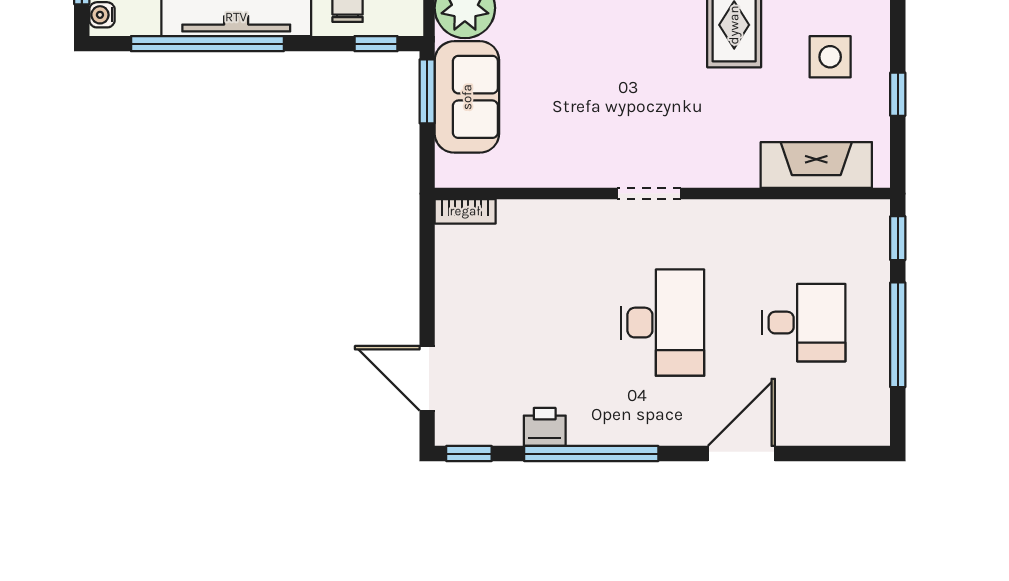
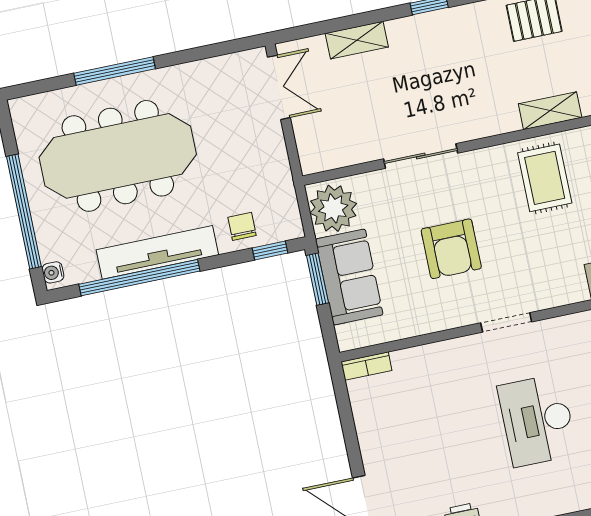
armchair: (600, 88) -> (451, 249), added
desk: (662, 323) -> (537, 420), turned 180

